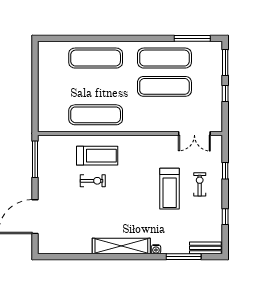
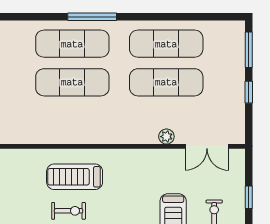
window: (192, 38) -> (92, 17), moved
exercise mat: (96, 115) -> (72, 82), moved
plant: (165, 126) -> (166, 137), added
treadmill: (97, 156) -> (75, 177), turned 180

